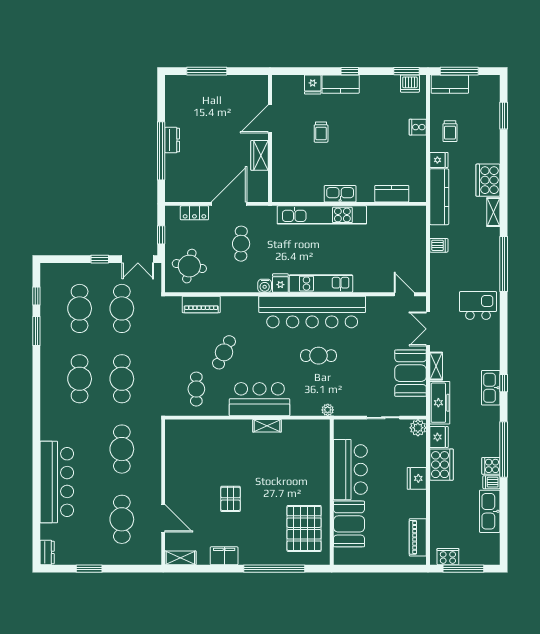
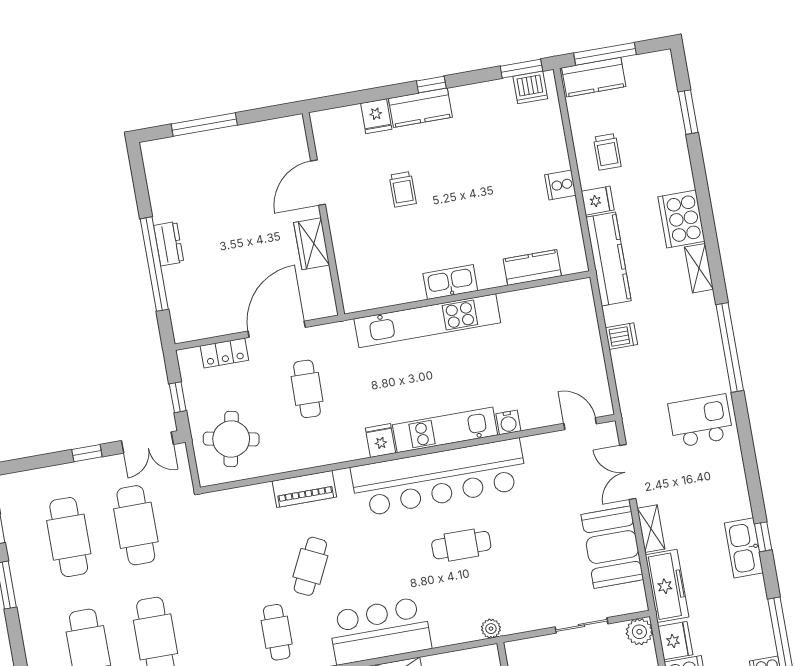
cooker: (418, 127) -> (560, 185), moved
water cooler: (265, 286) -> (508, 422), moved
piano: (201, 304) -> (304, 489), moved

